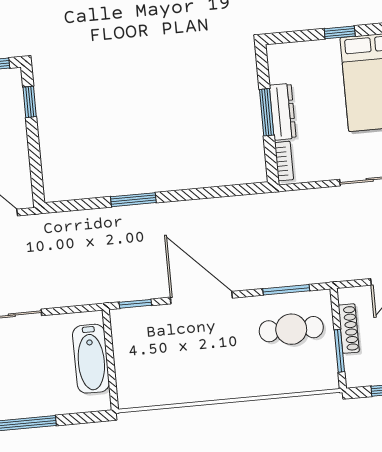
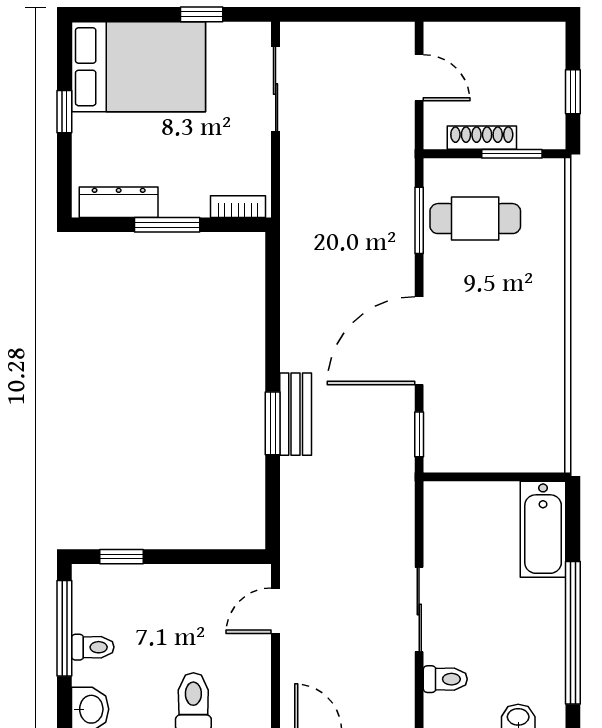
dresser: (283, 112) -> (119, 202), moved
bench: (141, 215) -> (296, 414), added
cafe table: (291, 329) -> (475, 219), turned 90
bathtub: (91, 359) -> (543, 529), moved, turned 90

